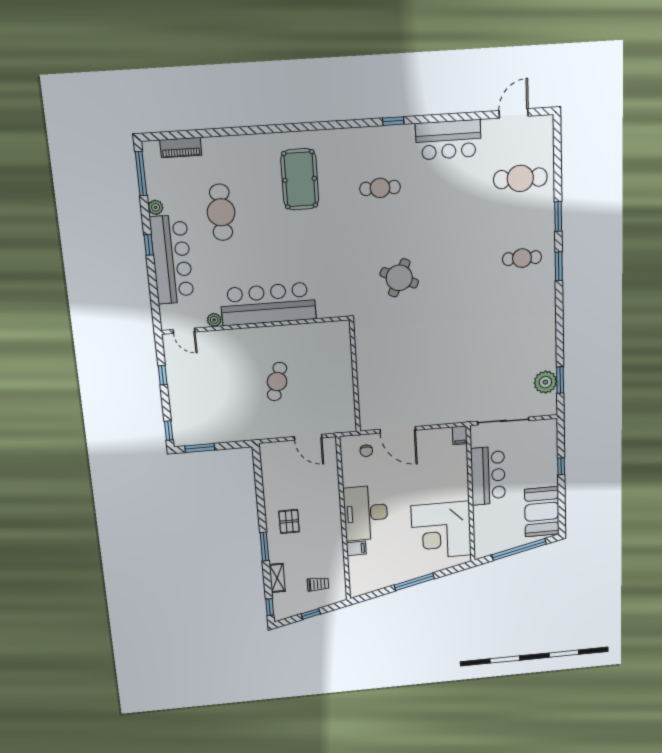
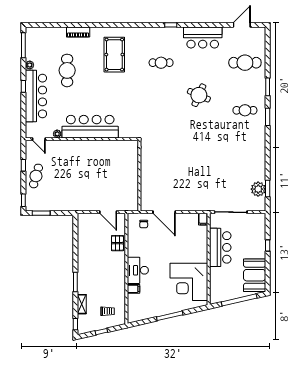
piano: (181, 148) -> (78, 32), moved
round table: (399, 278) -> (199, 95), moved
cafe table: (277, 382) -> (36, 176), moved
desk: (366, 513) -> (138, 270), width x0.73, depth x0.77
pallet: (289, 521) -> (117, 243), moved

